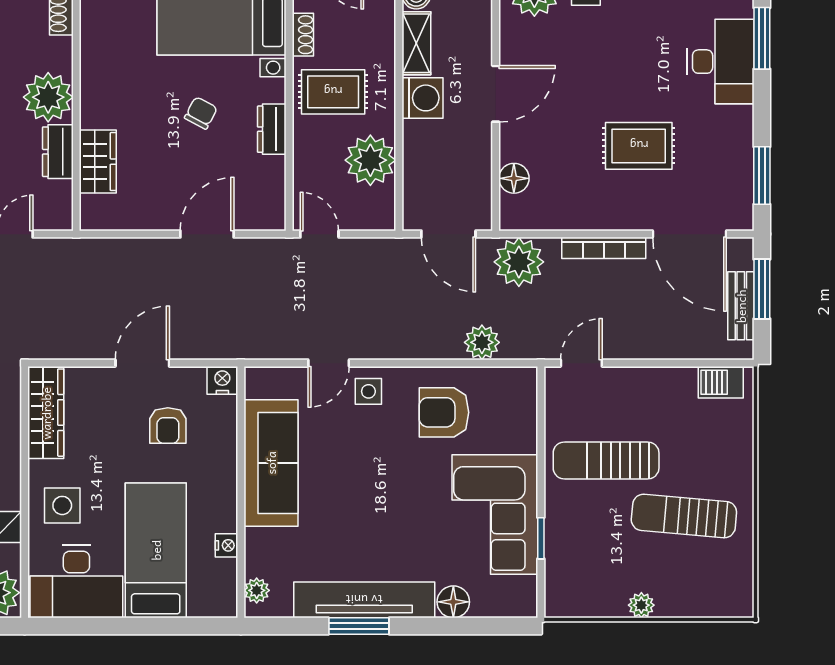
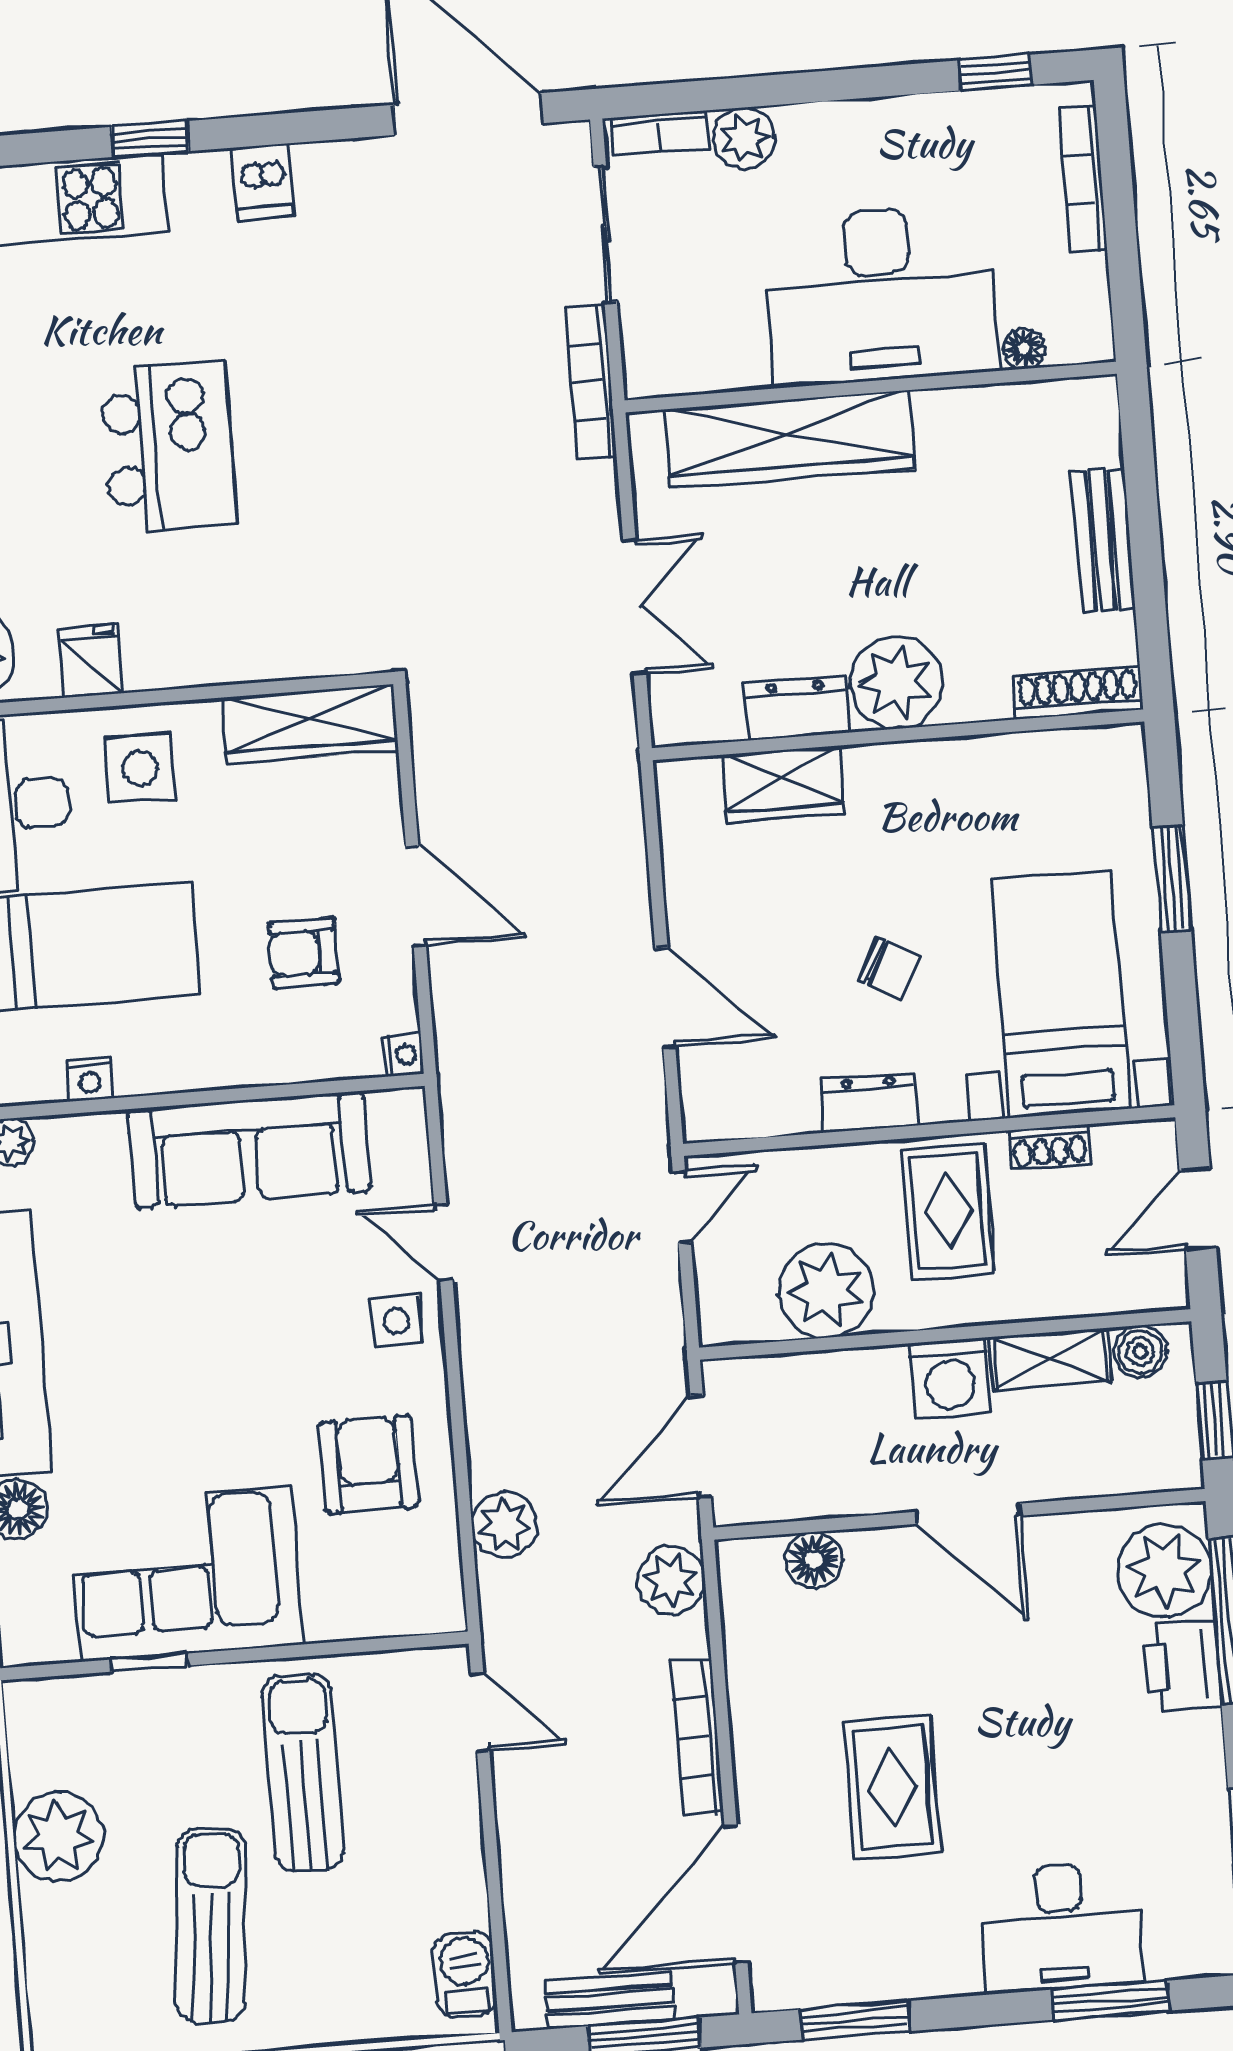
plant: (519, 262) -> (671, 1580), width x0.73, depth x0.73
nightstand: (222, 380) -> (403, 1055), width x0.72, depth x0.74
plant: (641, 605) -> (58, 1837), width x1.88, depth x1.88

